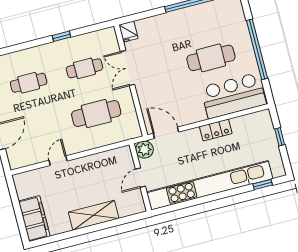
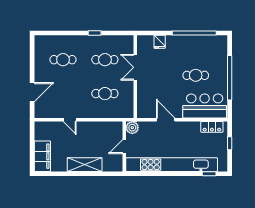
fridge: (128, 32) -> (160, 42), moved
cafe table: (211, 58) -> (196, 75), width x0.73, depth x0.74
cafe table: (96, 114) -> (105, 94), width x0.73, depth x0.74
locker: (216, 130) -> (212, 127), moved
door: (166, 133) -> (166, 120), moved
door: (58, 161) -> (70, 120), swing flipped

